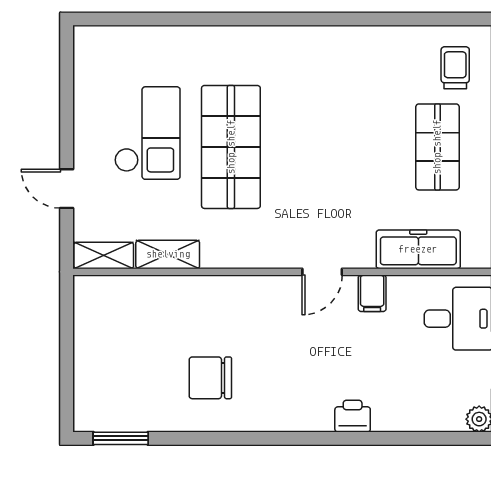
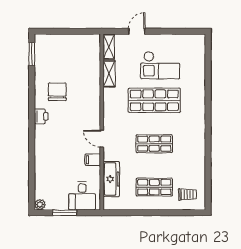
shop shelf: (334, 147) -> (154, 144), added
printer: (353, 416) -> (41, 116), moved

